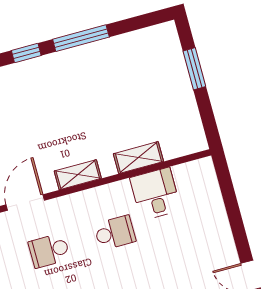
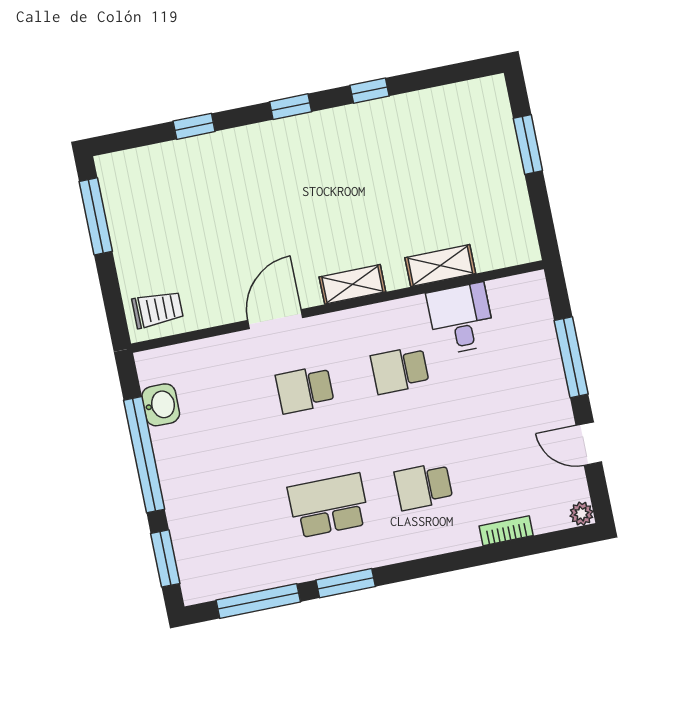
window: (81, 38) -> (370, 91), width x0.46
window: (234, 216) -> (571, 357), added
school desk: (115, 233) -> (400, 370), turned 180

